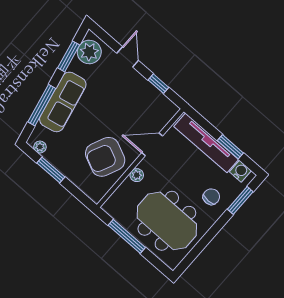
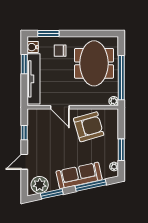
armchair: (105, 157) -> (89, 127), turned -41
plant: (137, 175) -> (114, 101), moved
window: (127, 236) -> (121, 78), width x1.46

